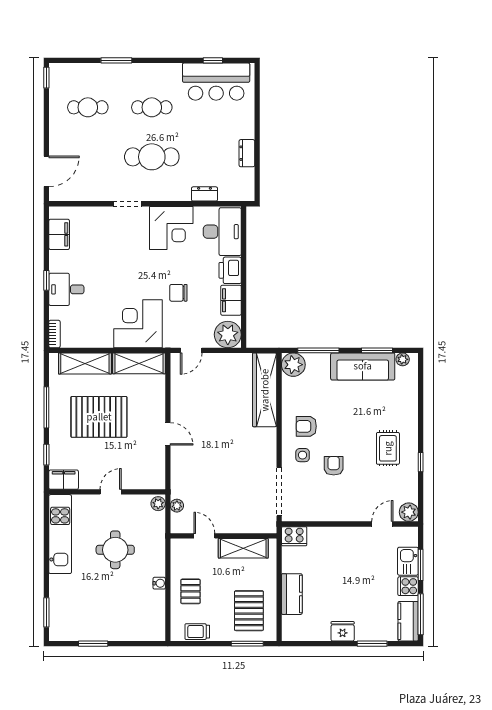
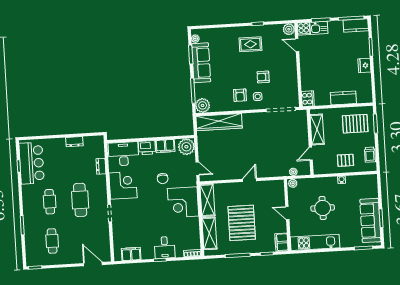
cooker: (408, 586) -> (304, 29), moved
sofa: (90, 626) -> (370, 220), added

